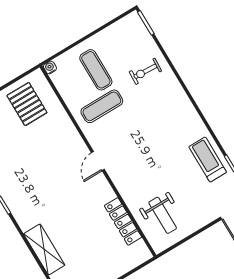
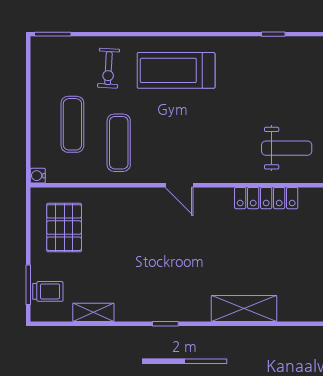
exercise mat: (96, 70) -> (72, 124), turned 90
pallet: (27, 104) -> (64, 228), turned 90
treadmill: (208, 159) -> (176, 70), moved, width x1.37, depth x1.38

